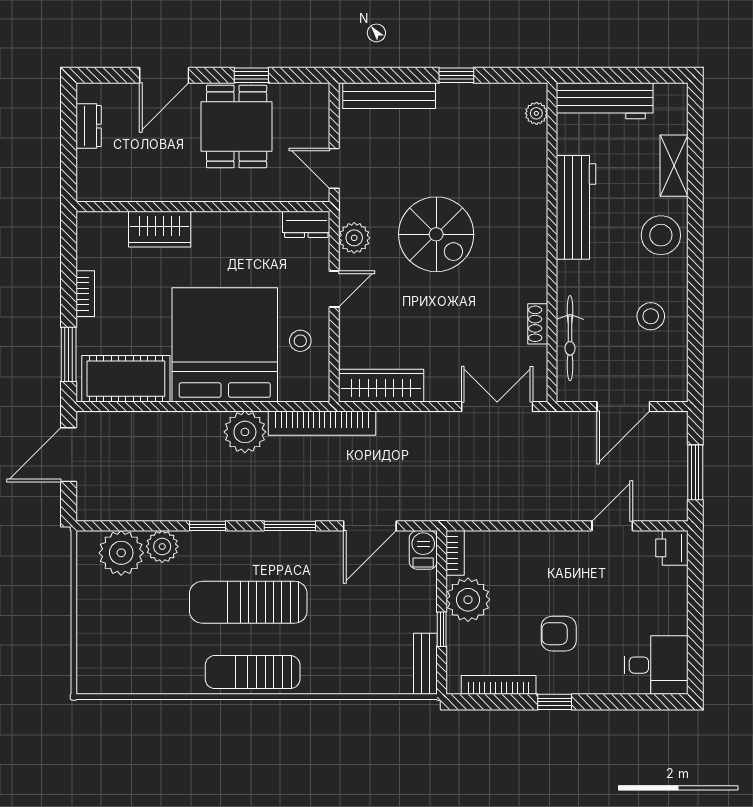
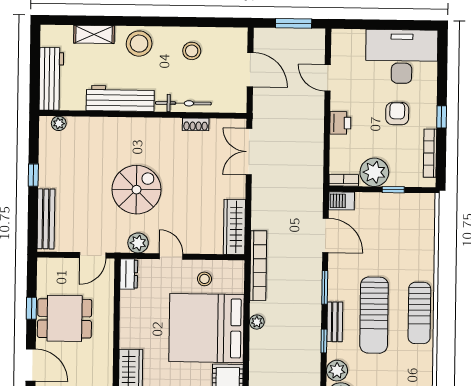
bicycle: (570, 338) -> (183, 103), moved
plant: (245, 432) -> (257, 322), width x0.53, depth x0.53
printer: (672, 548) -> (340, 123), moved, turned -90
armchair: (559, 634) -> (397, 114), turned 180
bench: (425, 664) -> (335, 322), moved, turned 90
desk: (656, 665) -> (402, 57), width x1.87, depth x1.30

